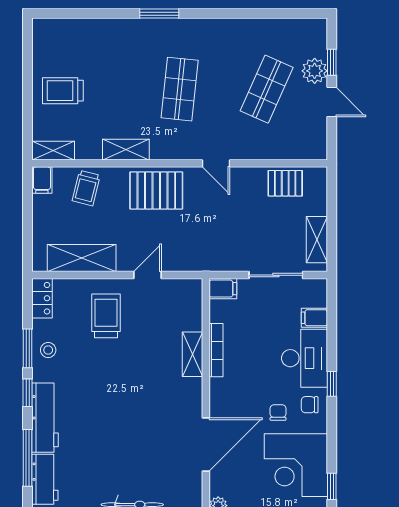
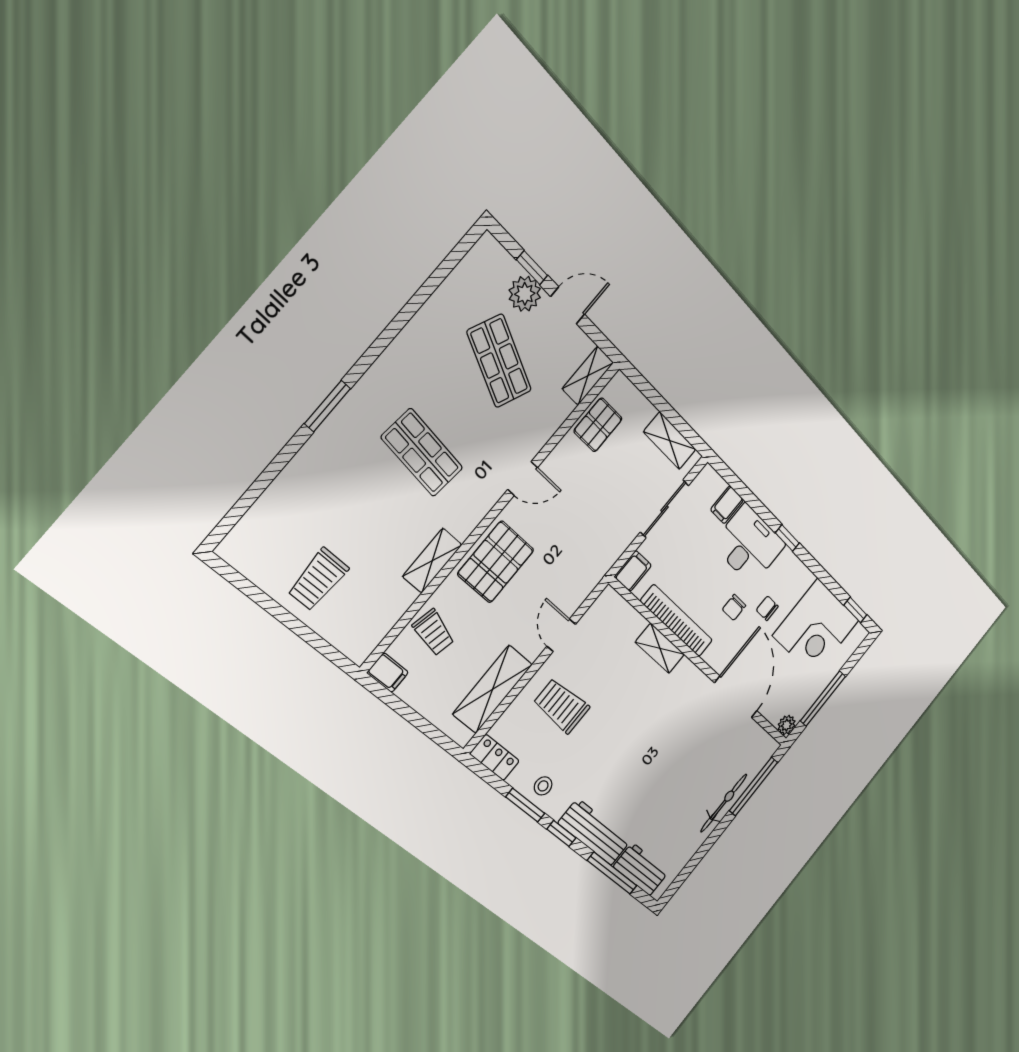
shelving: (53, 151) -> (588, 376), moved
bookcase: (216, 350) -> (677, 621), width x1.48, depth x1.31
chair: (310, 405) -> (734, 607), moved

